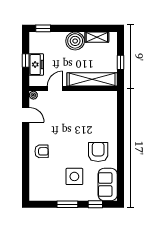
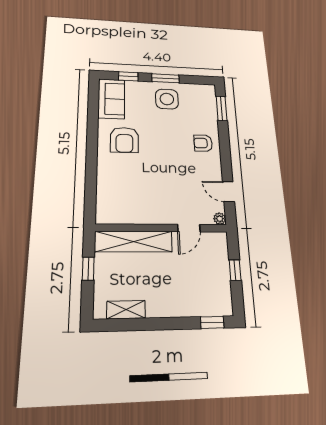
boiler: (75, 41) -> (161, 302), removed
freezer: (36, 65) -> (219, 264), removed
side table: (74, 176) -> (167, 99), moved
window: (26, 180) -> (222, 108), added

